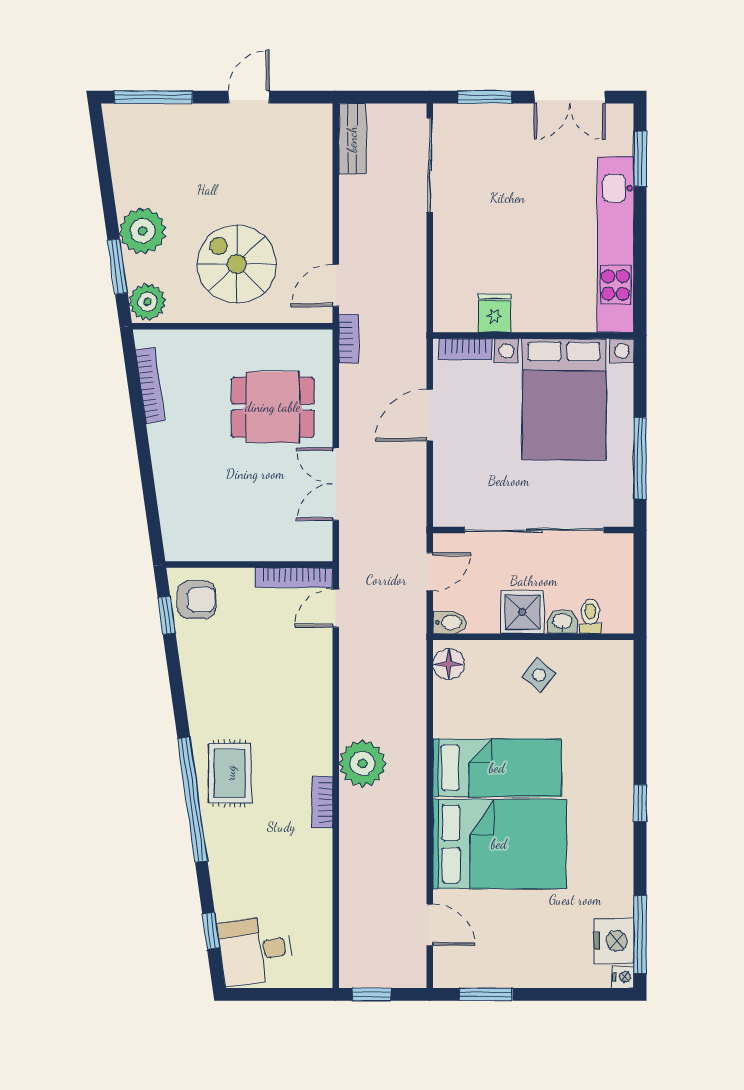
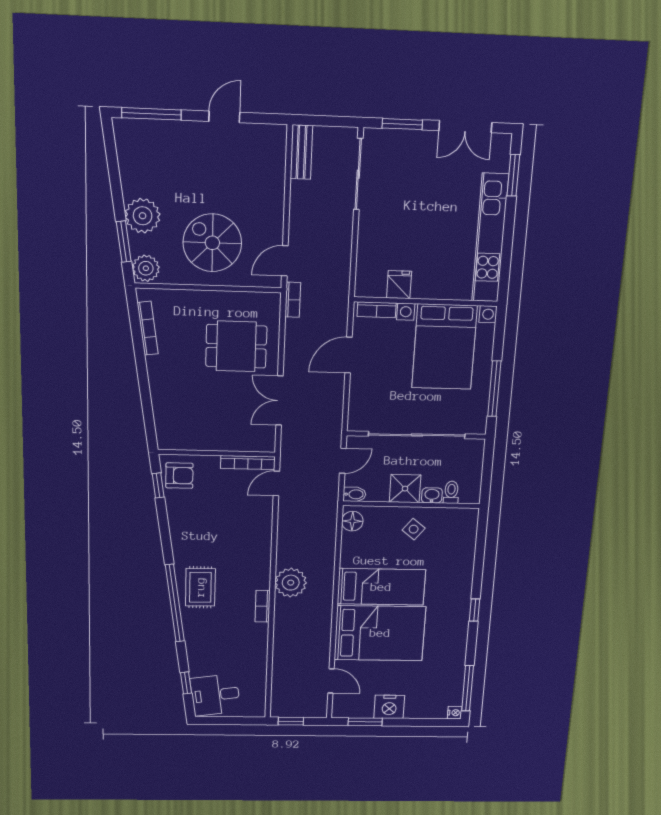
nightstand: (614, 941) -> (389, 707), moved, turned 90

